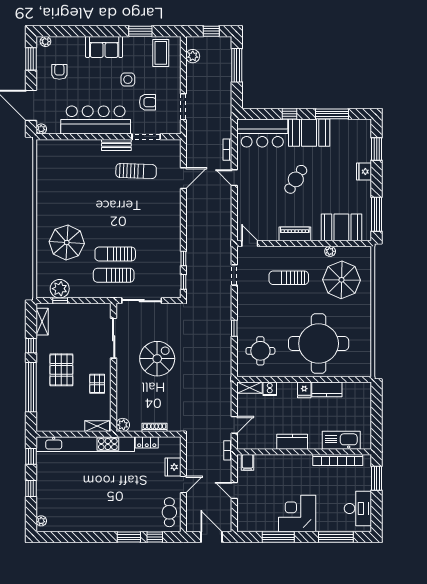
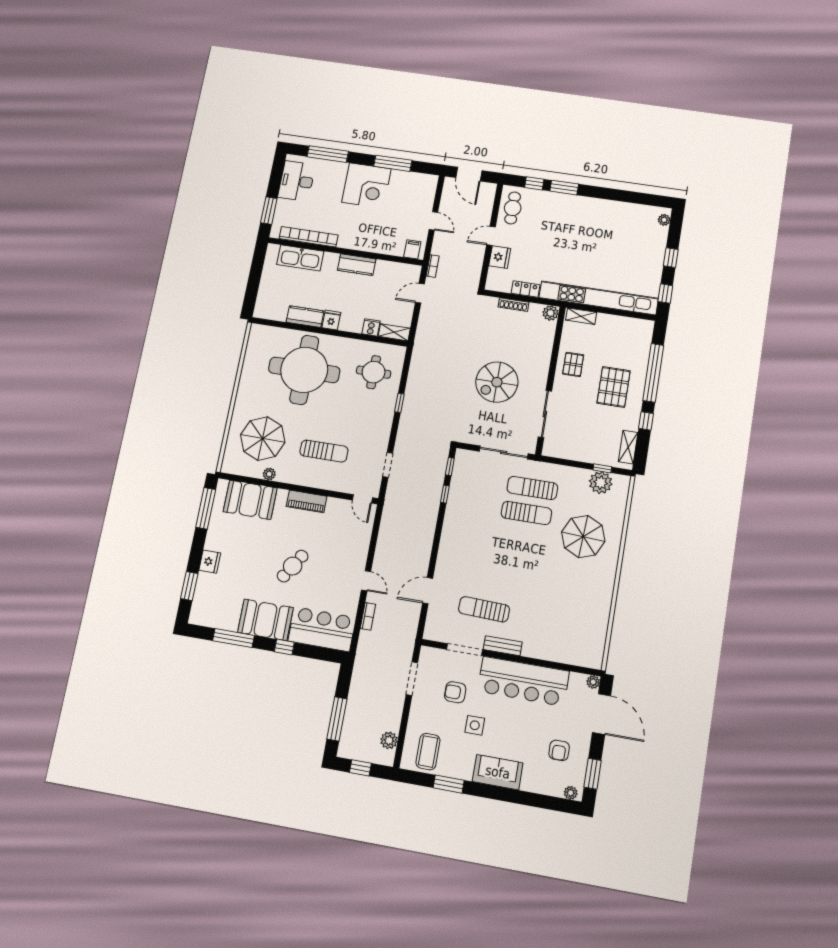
sun lounger: (114, 275) -> (532, 488), turned 180

